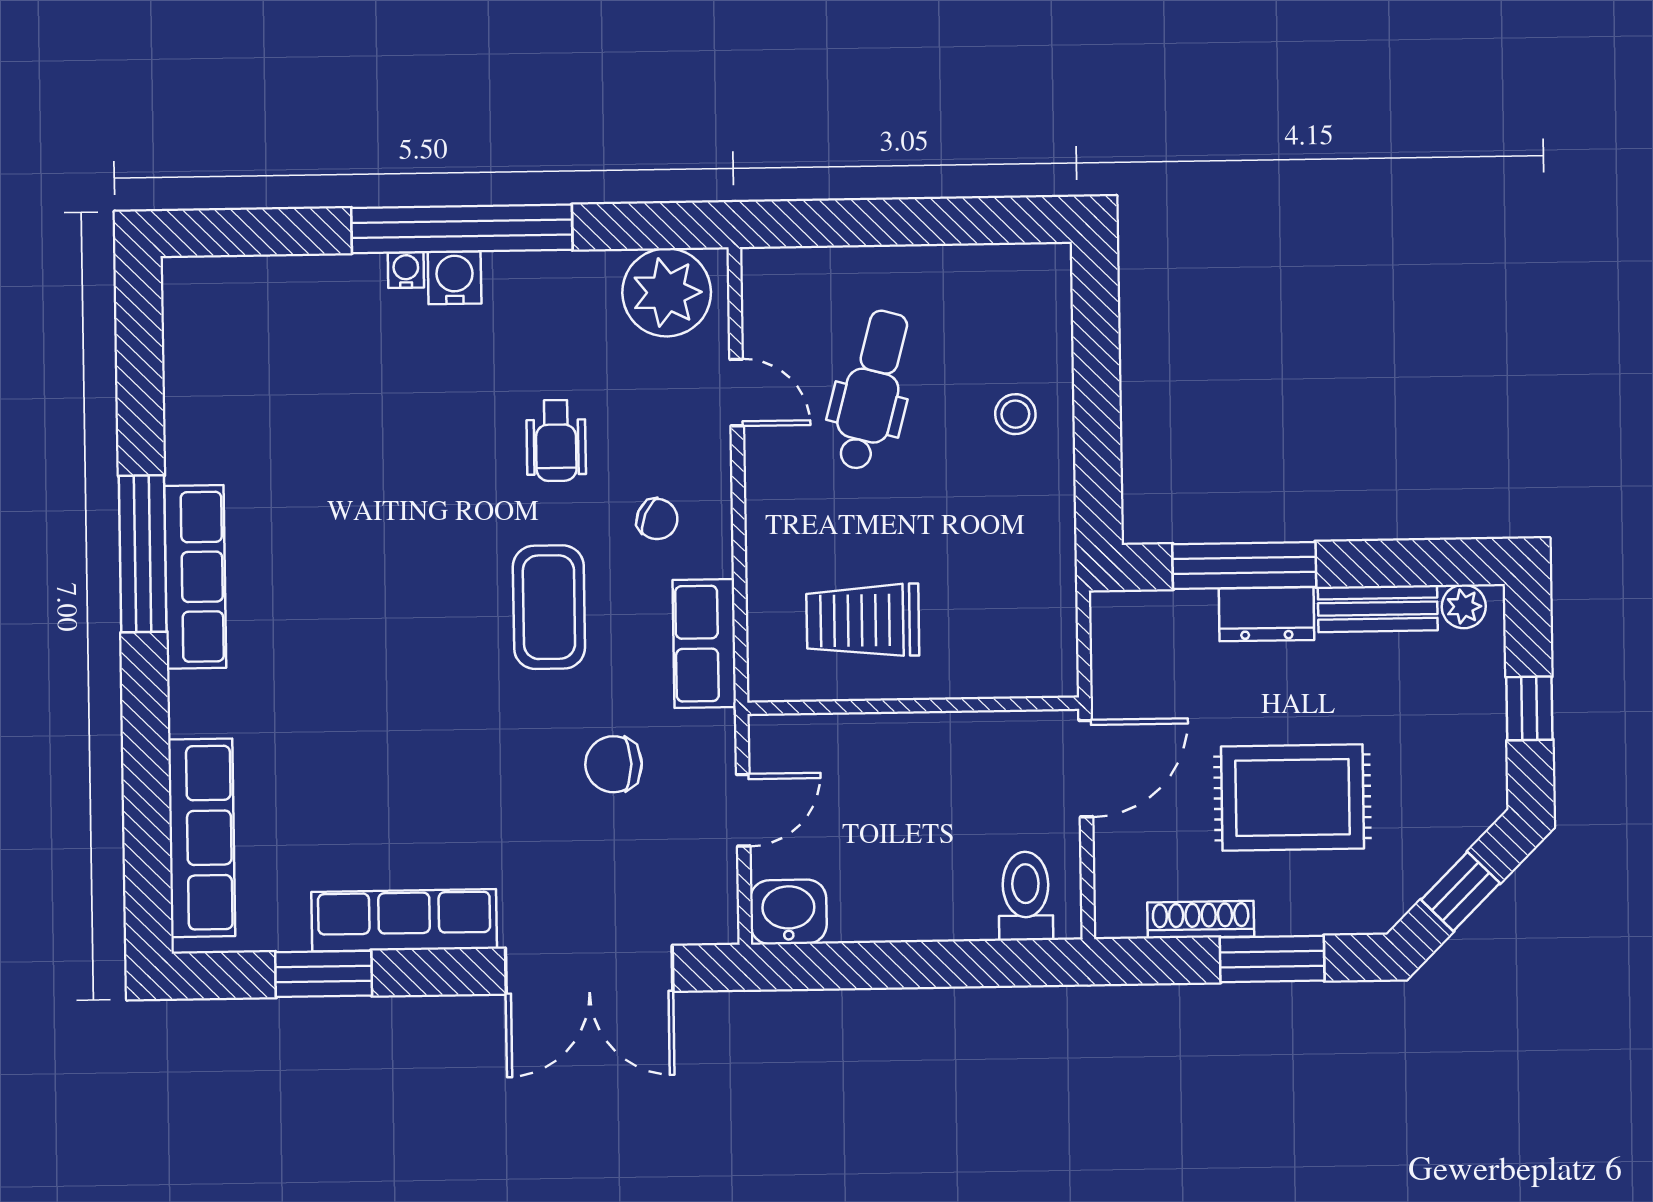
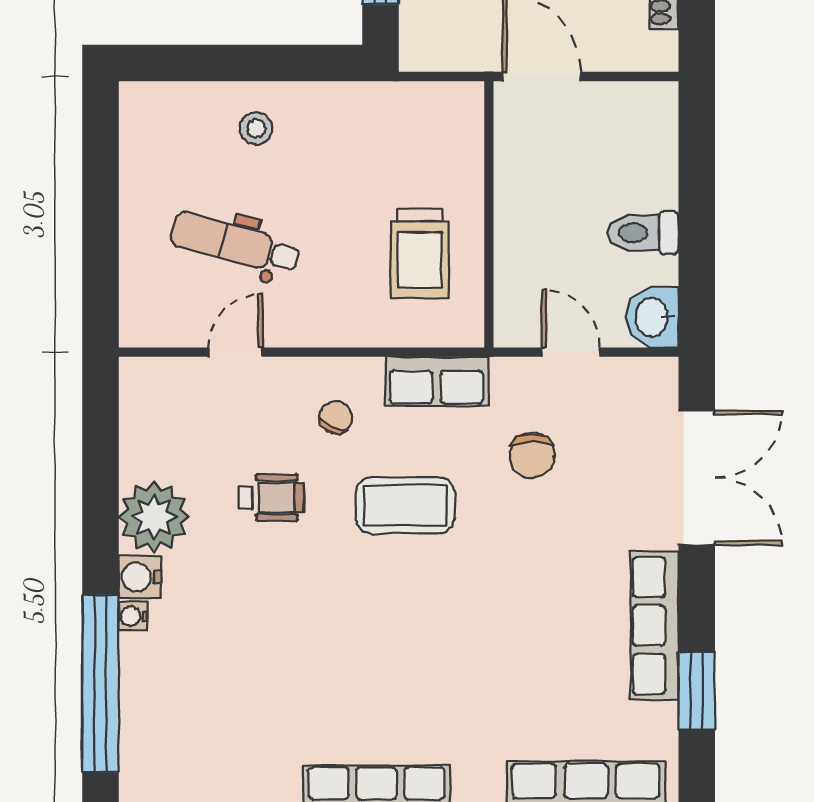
window: (462, 229) -> (100, 684), moved
plant: (667, 292) -> (154, 517), moved
toilet: (1026, 896) -> (643, 233), moved

